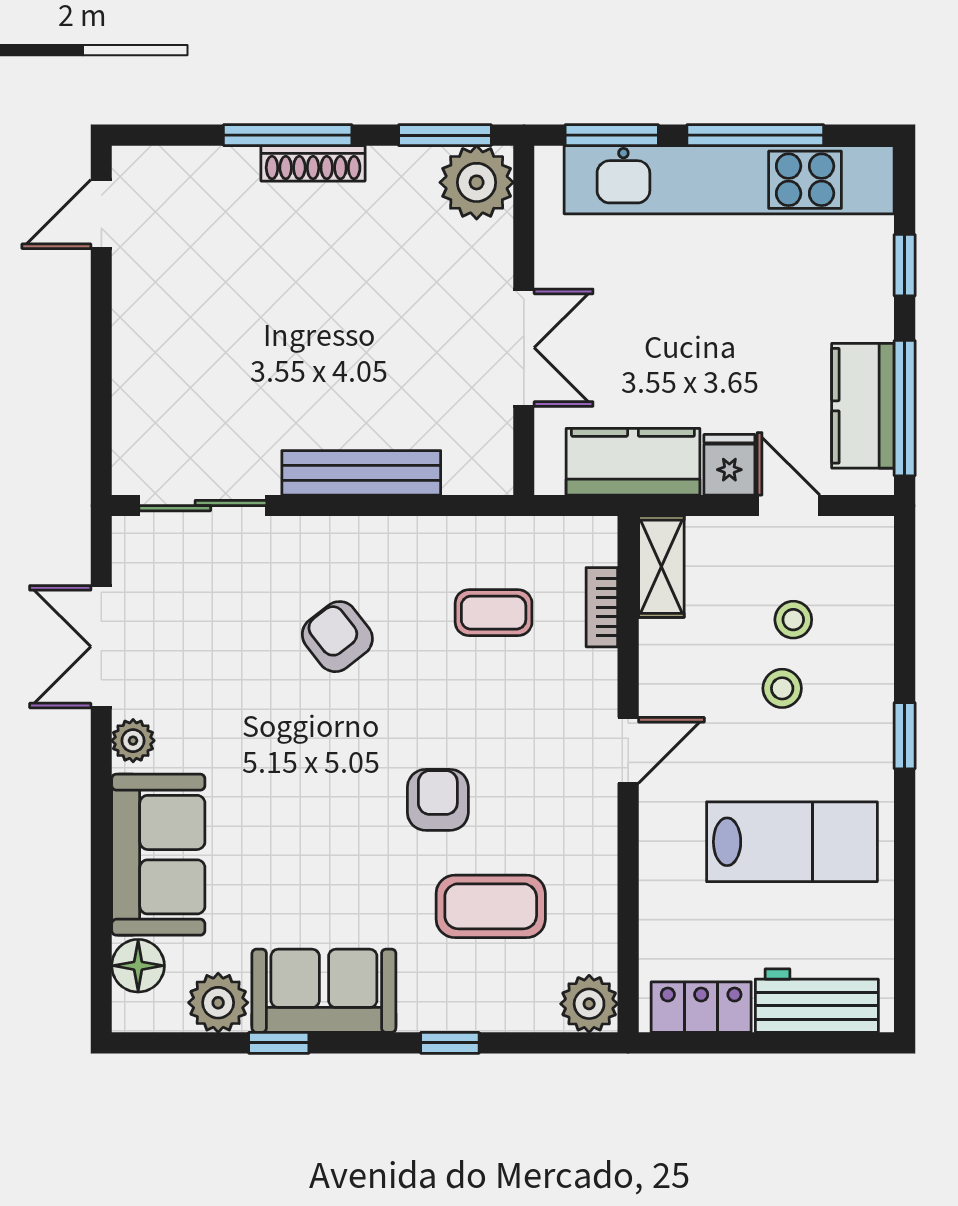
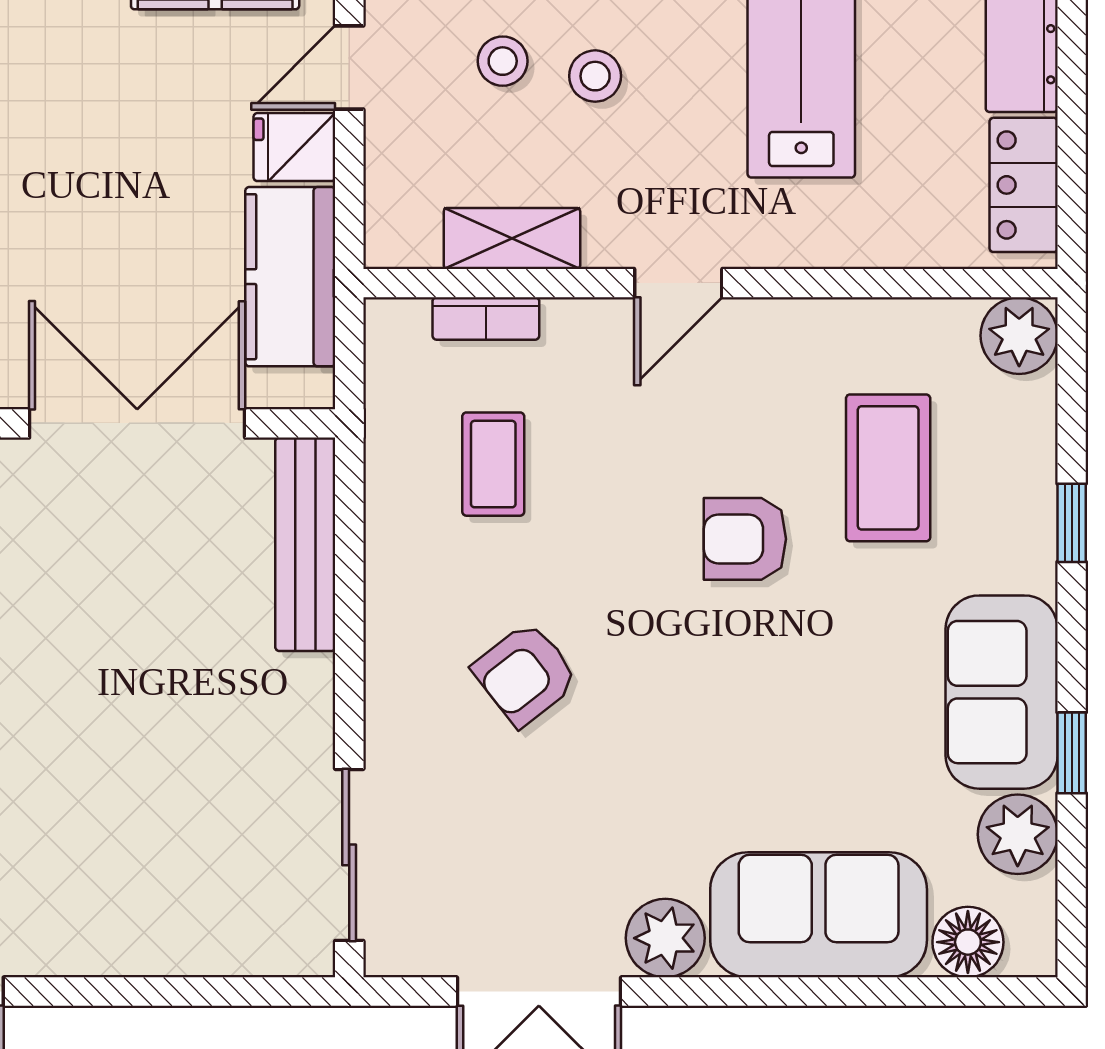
double door: (524, 348) -> (137, 423), width x1.37
bench: (361, 473) -> (305, 544), moved
shelving: (661, 567) -> (512, 238), moved
plant: (133, 741) -> (665, 938), width x1.38, depth x1.38
door: (628, 750) -> (678, 283), swing flipped

